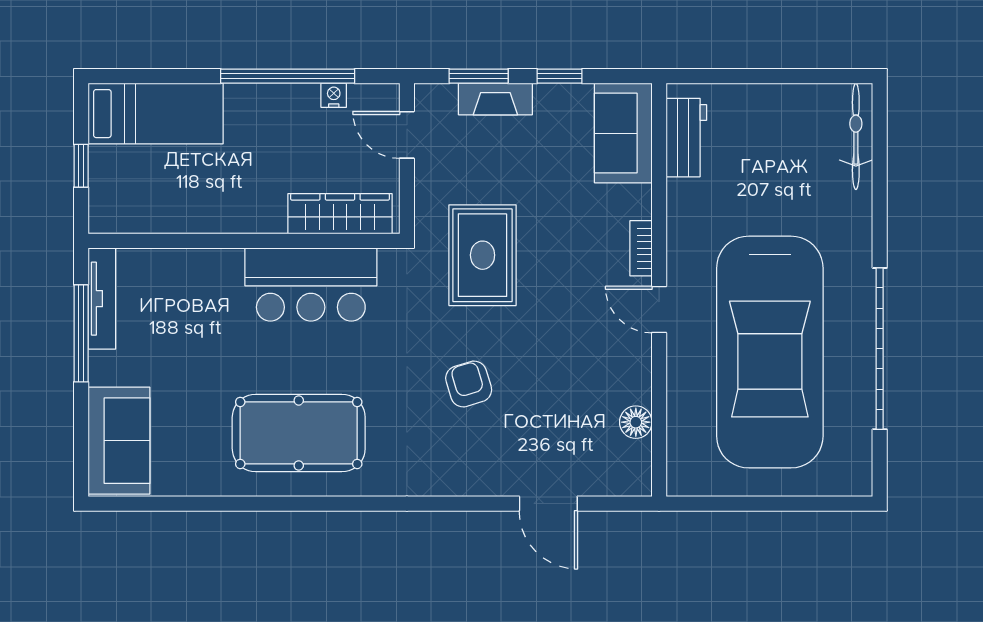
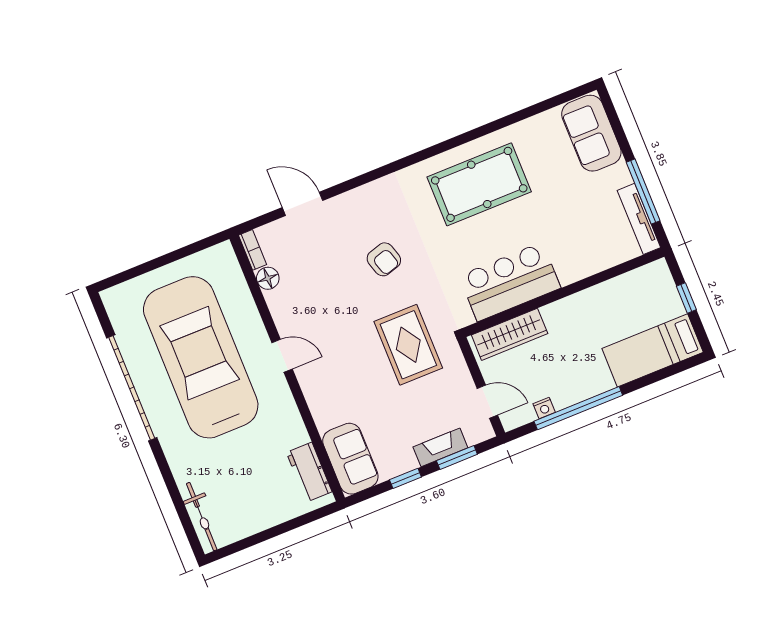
bookcase: (641, 248) -> (252, 250), moved

